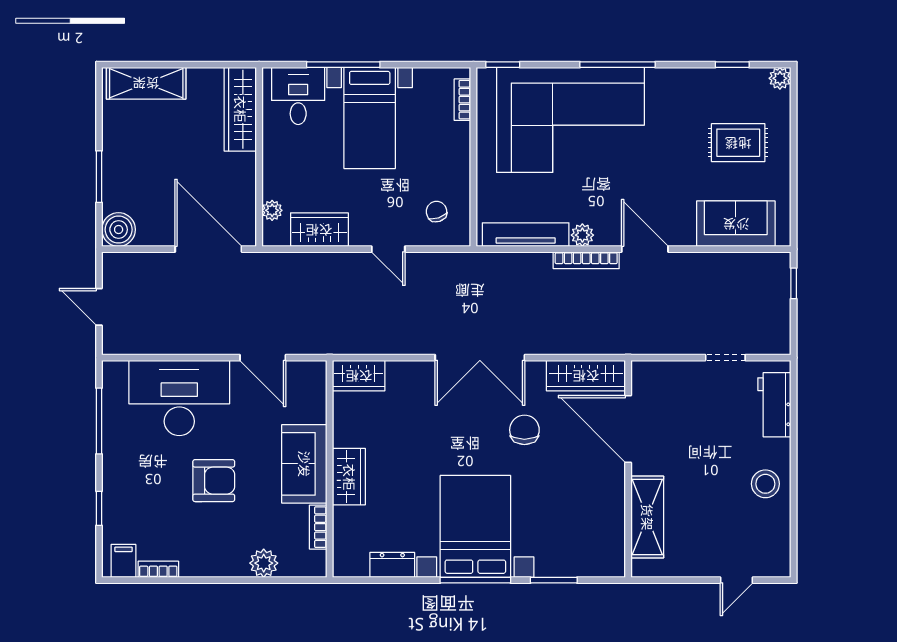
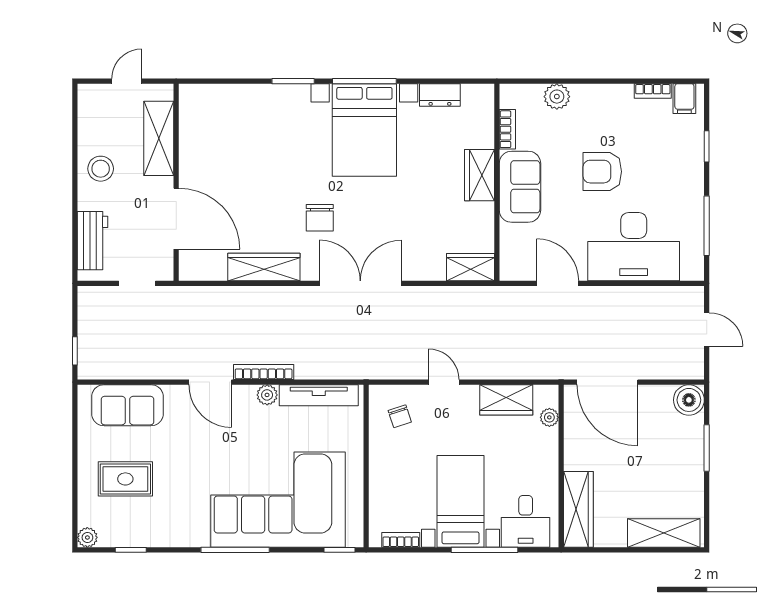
bookcase: (462, 100) -> (401, 540), moved, turned -90
door: (628, 429) -> (176, 219), moved
wall: (628, 469) -> (176, 182), moved
shelving: (647, 517) -> (159, 138), moved

